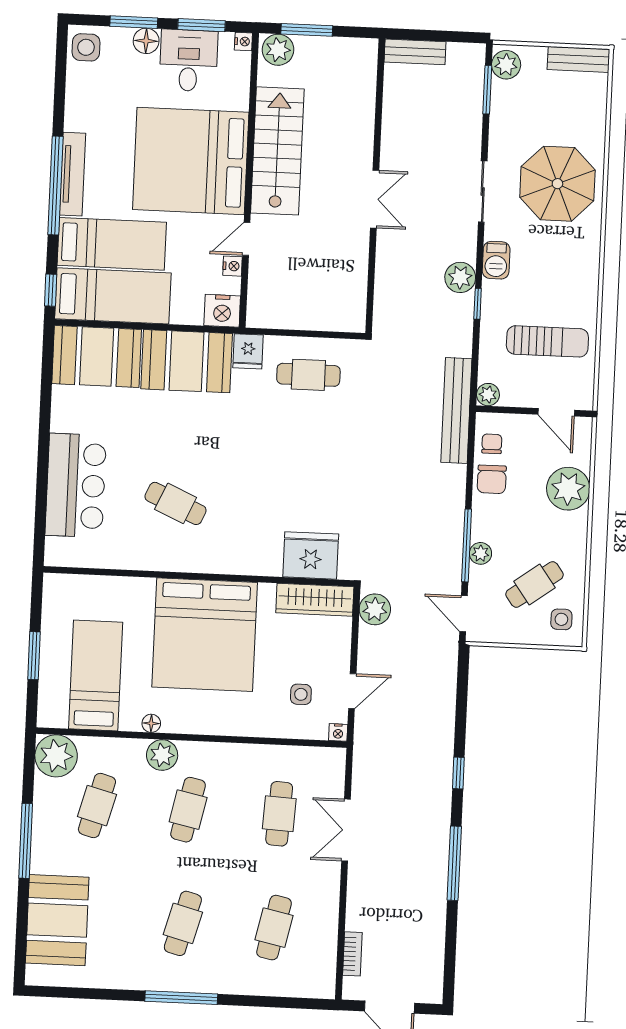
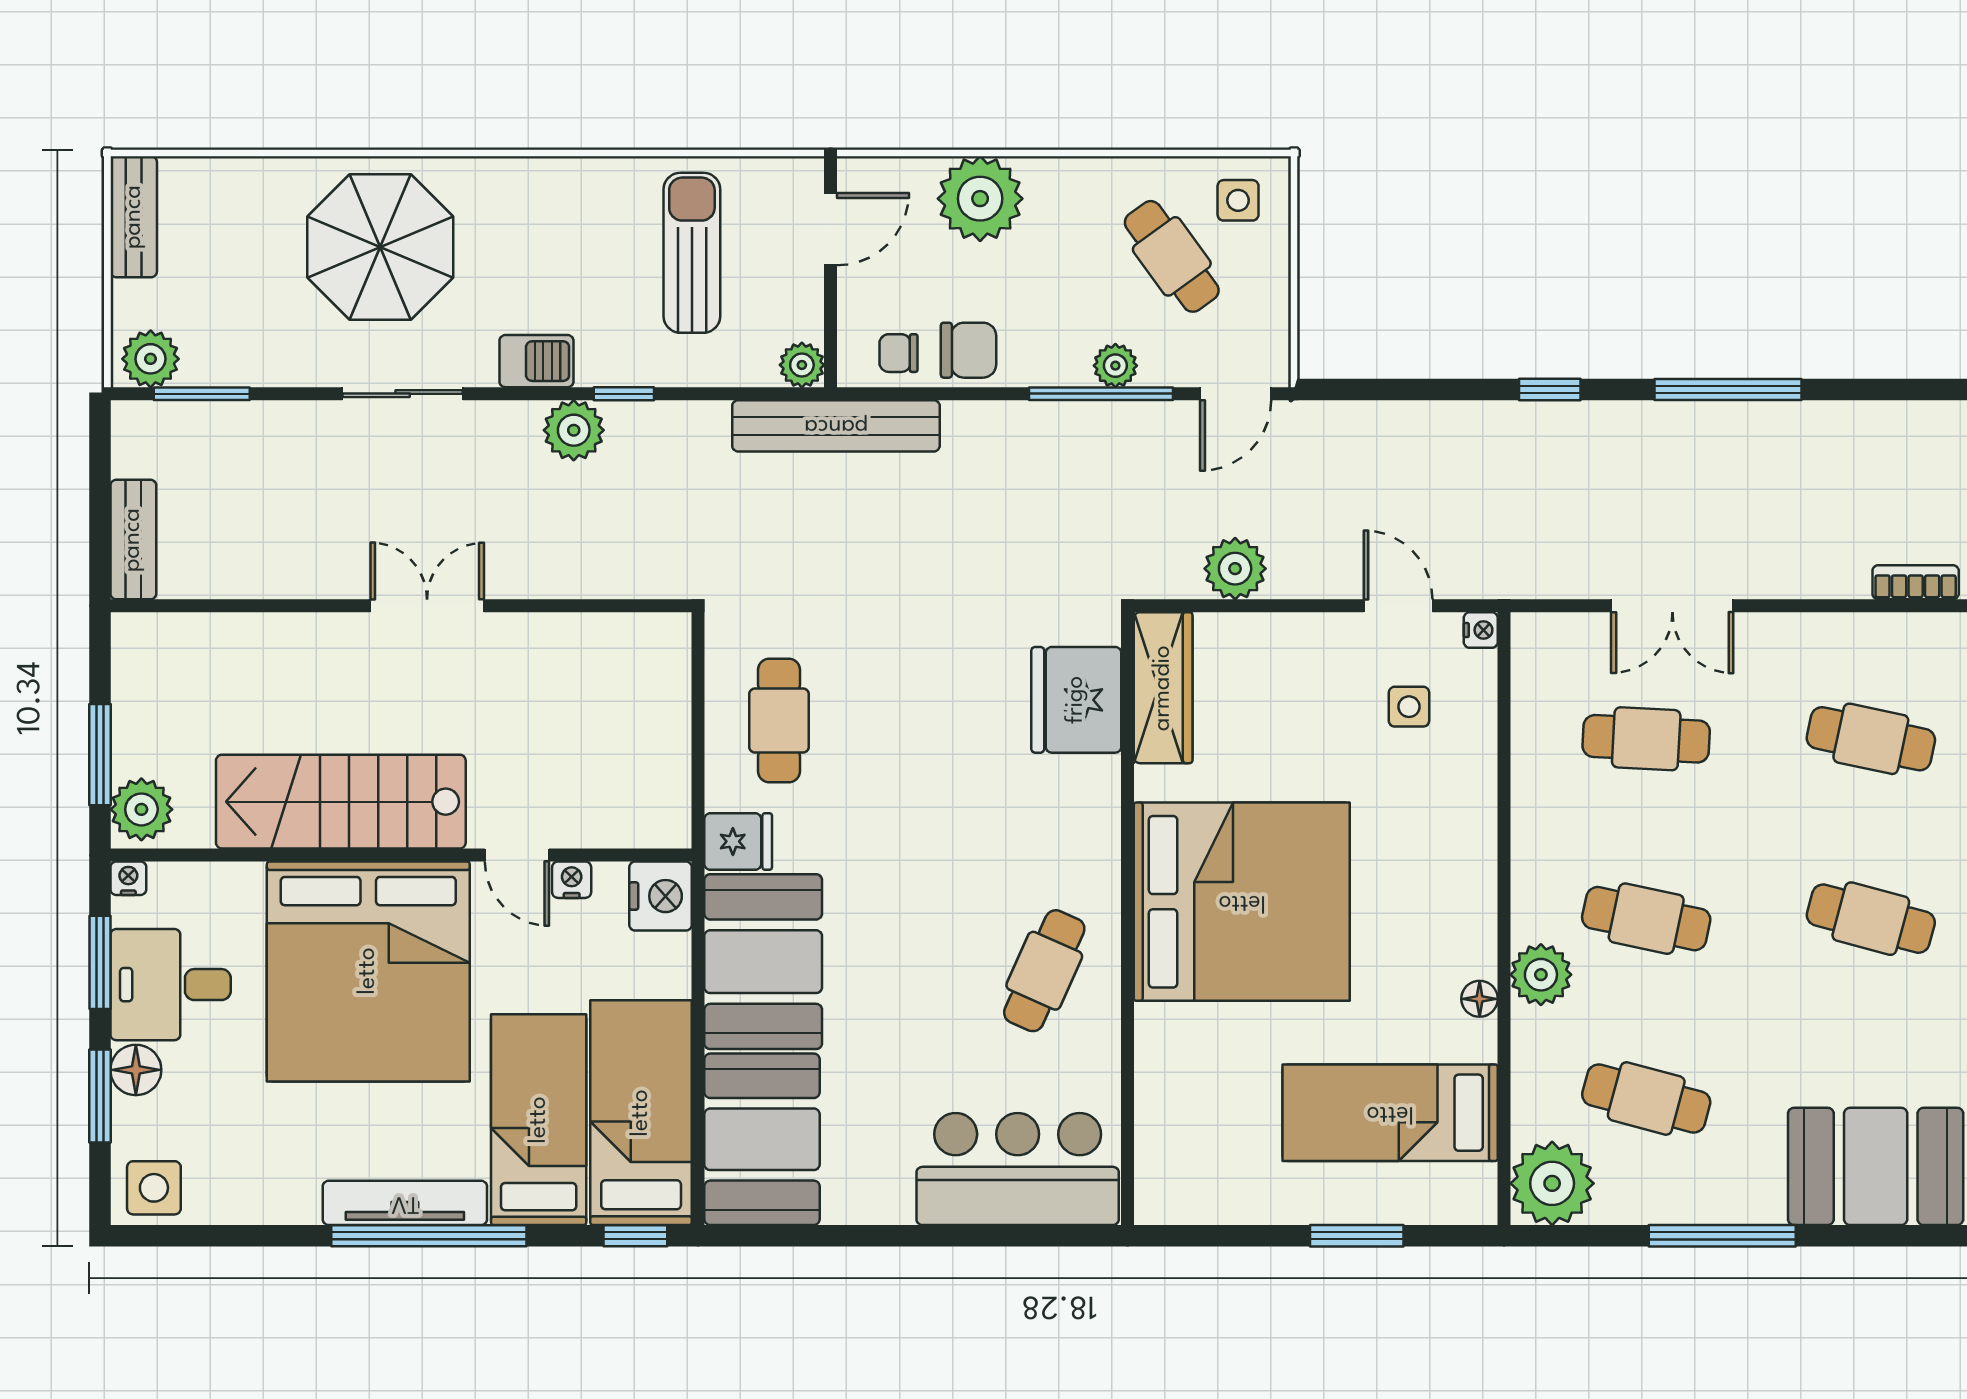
fridge: (311, 555) -> (1076, 700), moved
wall: (199, 576) -> (1128, 919), moved
wardrobe: (315, 600) -> (1163, 688), moved
bed: (205, 635) -> (1242, 902), moved

